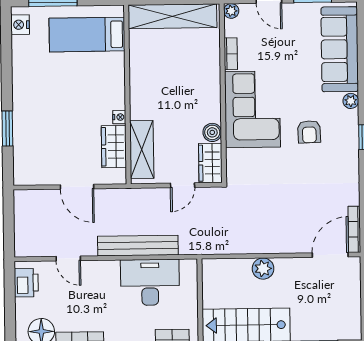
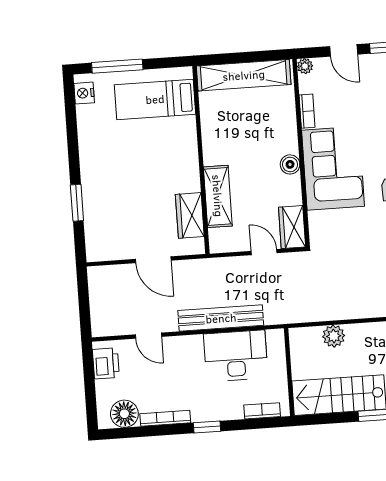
nightstand: (119, 117) -> (194, 184), removed
boiler: (212, 132) -> (290, 164), moved
shelving: (142, 150) -> (218, 196), moved
door: (182, 185) -> (264, 252), swing flipped
plant: (263, 269) -> (334, 336), moved

